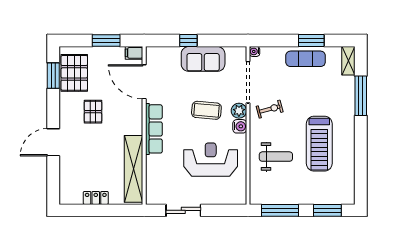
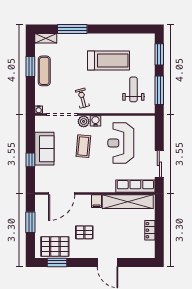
filing cabinet: (134, 53) -> (96, 201), moved
row of seats: (154, 129) -> (135, 186), moved
weight bench: (276, 157) -> (133, 89), moved

